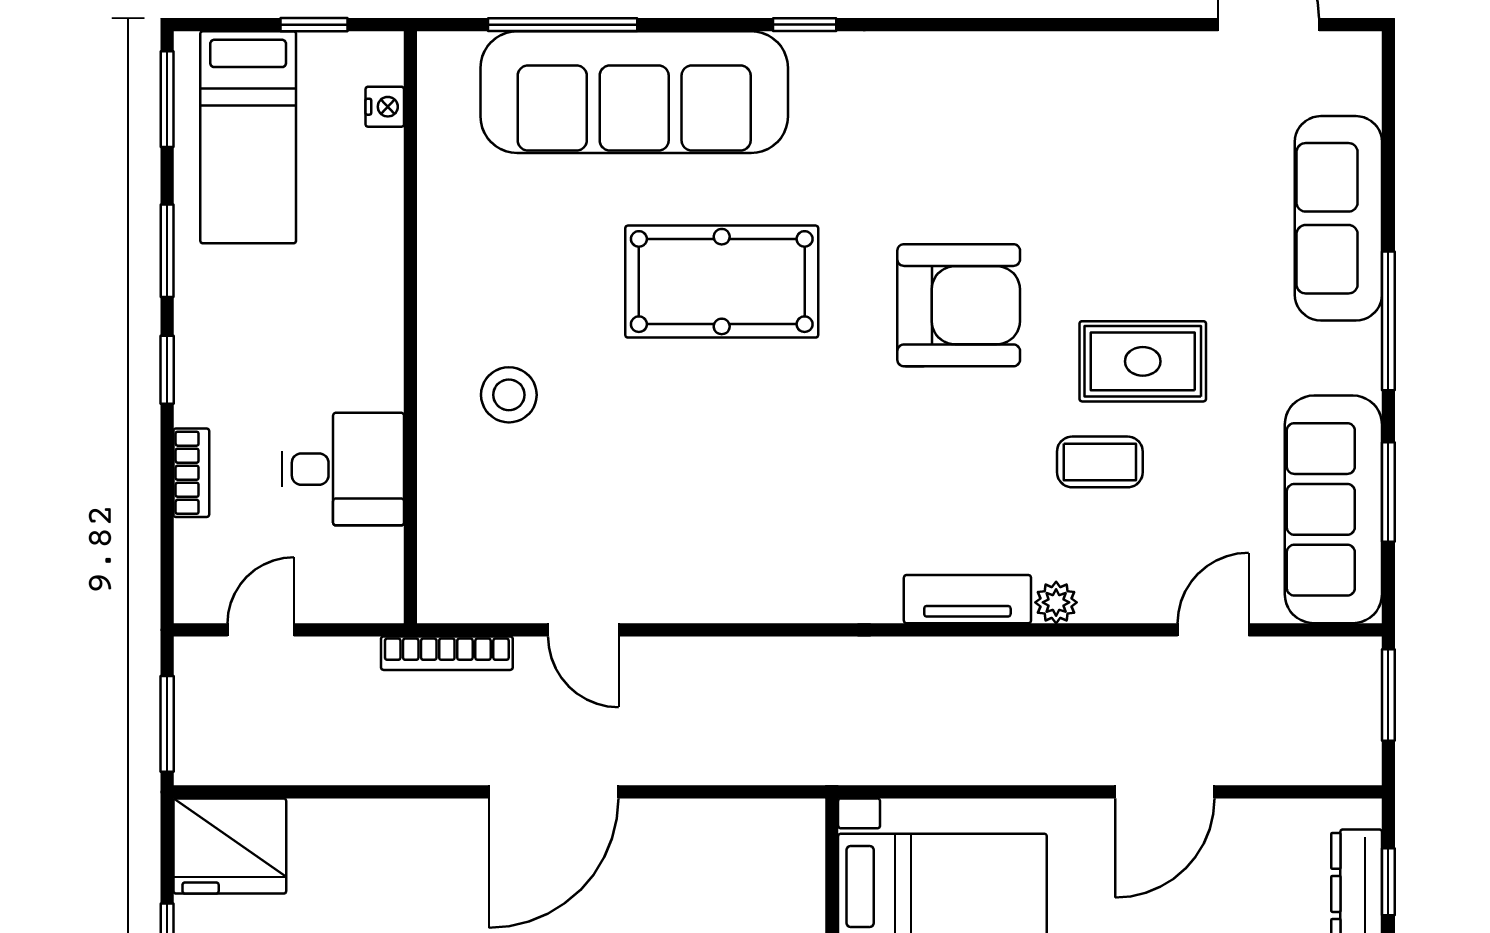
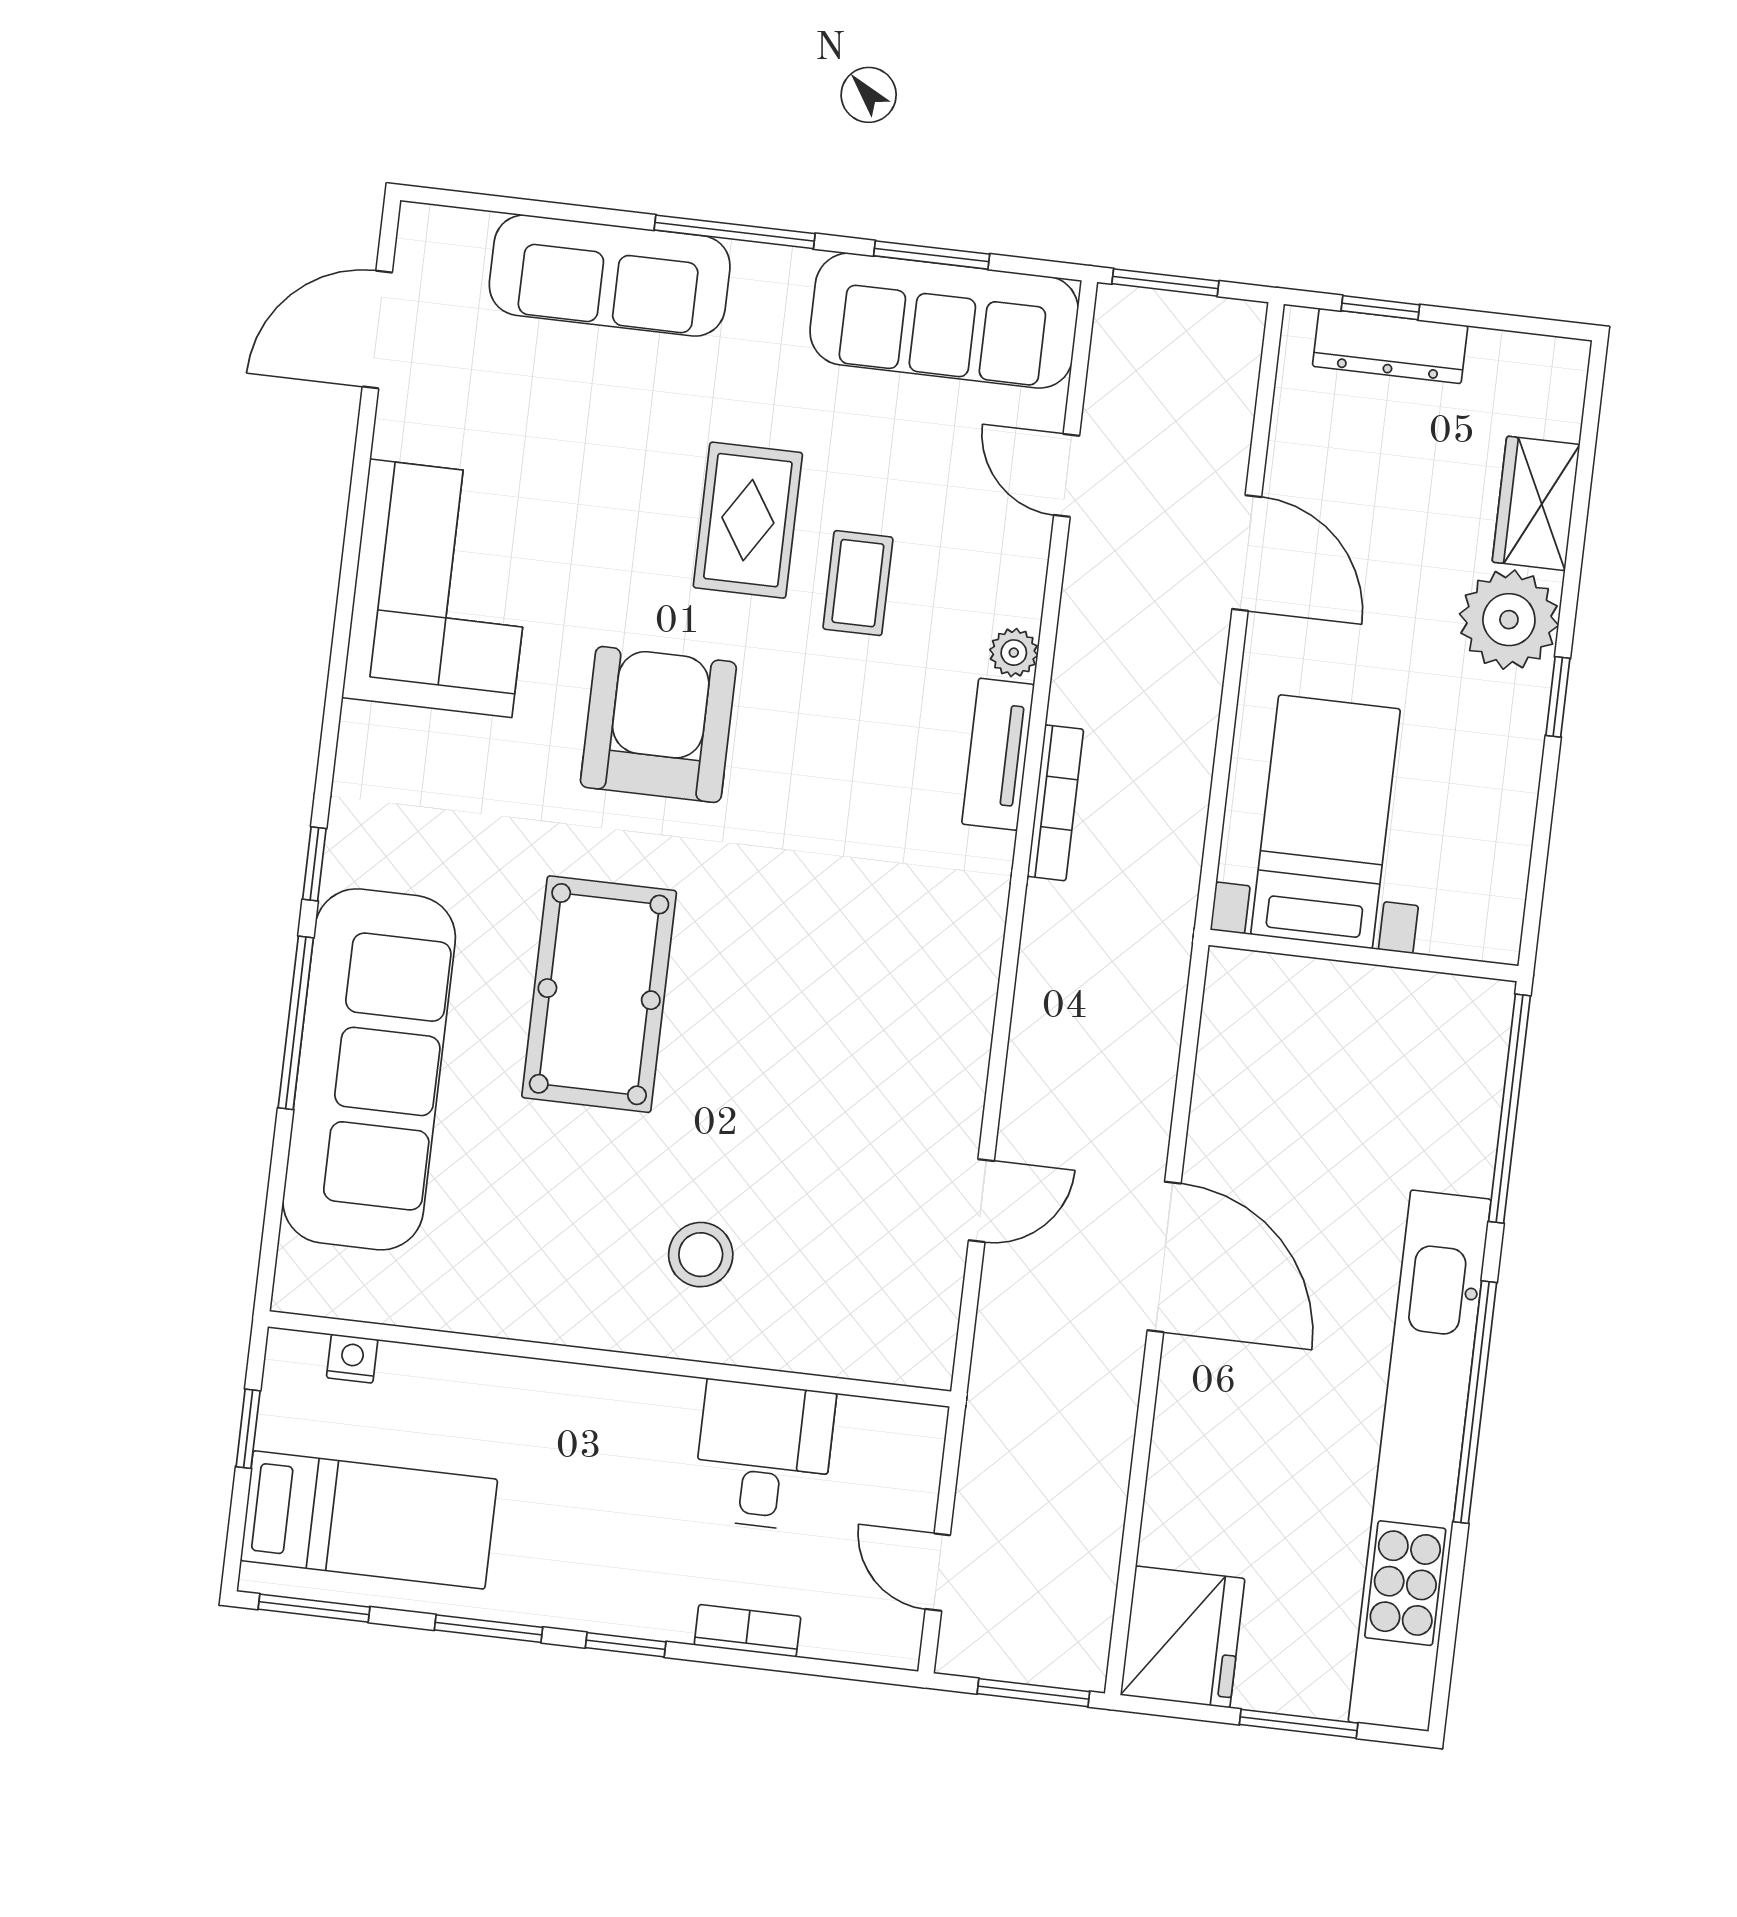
window: (563, 25) -> (296, 1023), moved
corner sofa: (1053, 105) -> (441, 588), added
bookcase: (447, 653) -> (1055, 803), moved

